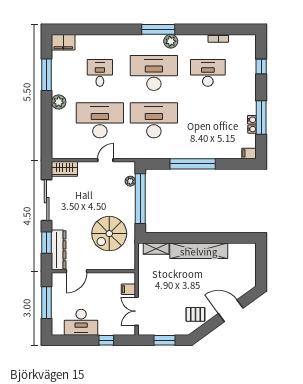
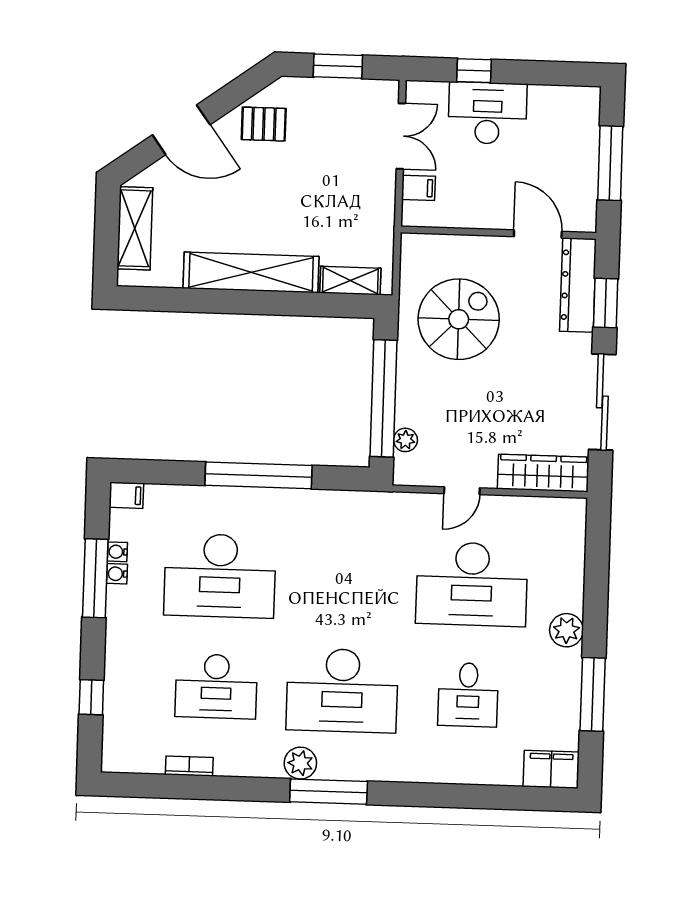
desk: (154, 120) -> (220, 576), moved
wardrobe: (64, 169) -> (543, 473), width x1.50
shelving: (249, 268) -> (135, 228), added
door: (77, 271) -> (538, 234), hinge flipped
desk: (81, 322) -> (487, 113), moved

